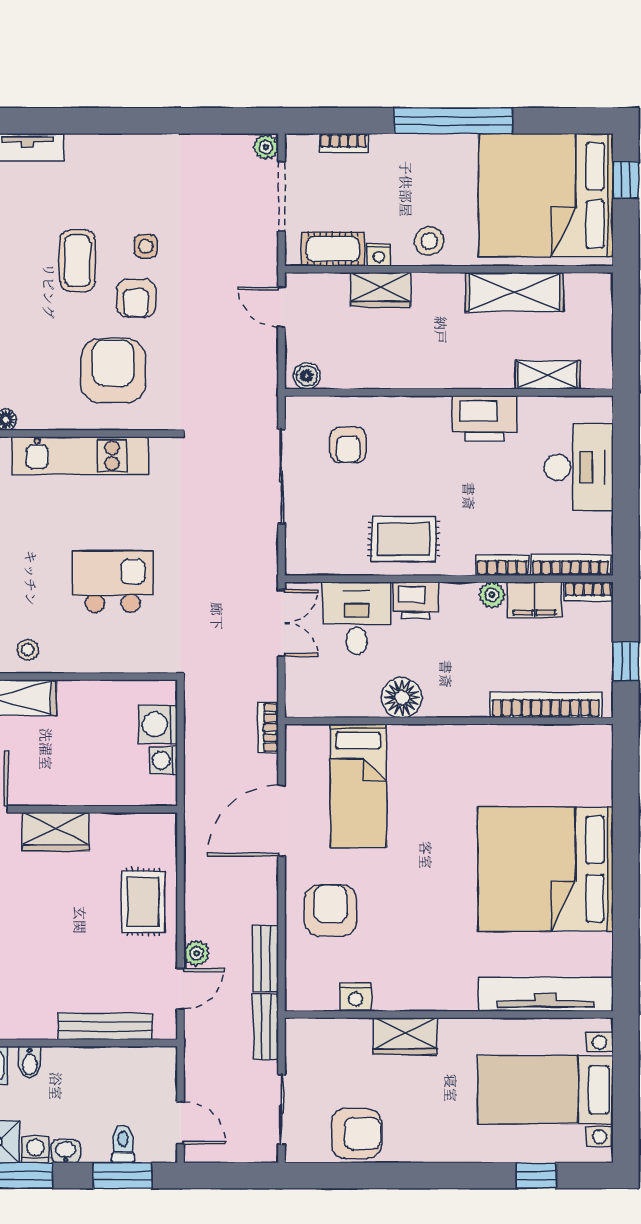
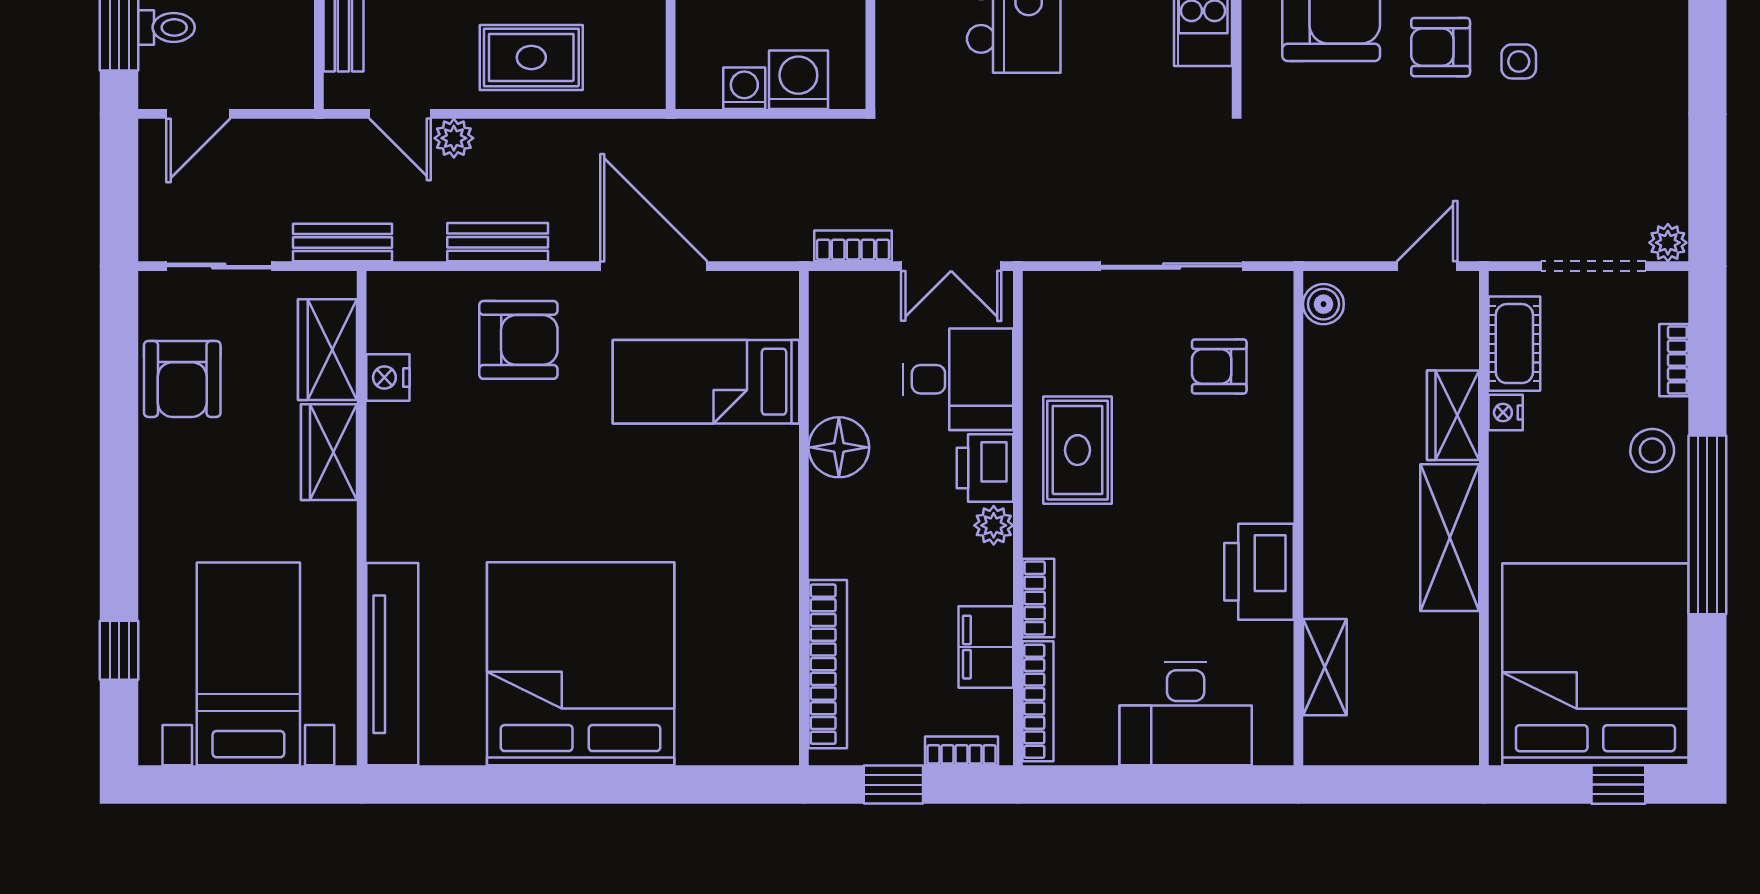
stool: (429, 241) -> (1652, 450), moved
shelving: (514, 292) -> (1450, 538), moved
bookcase: (588, 592) -> (962, 751), moved, turned 90
plant: (492, 595) -> (994, 525), moved
bookcase: (268, 728) -> (853, 246), moved
bench: (266, 958) -> (498, 242), moved
wardrobe: (337, 1037) -> (328, 350), added

